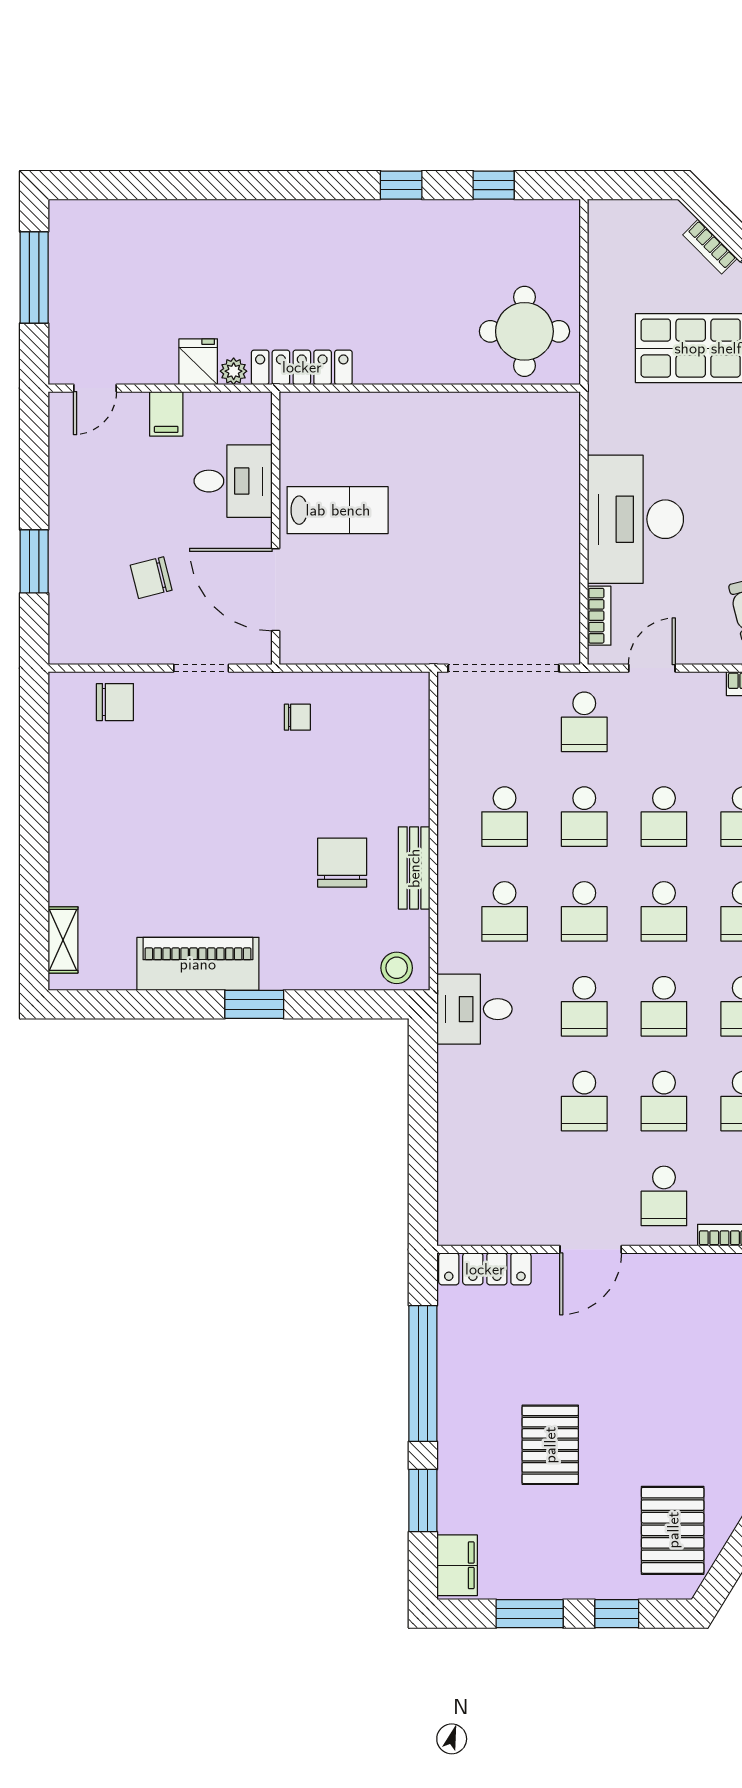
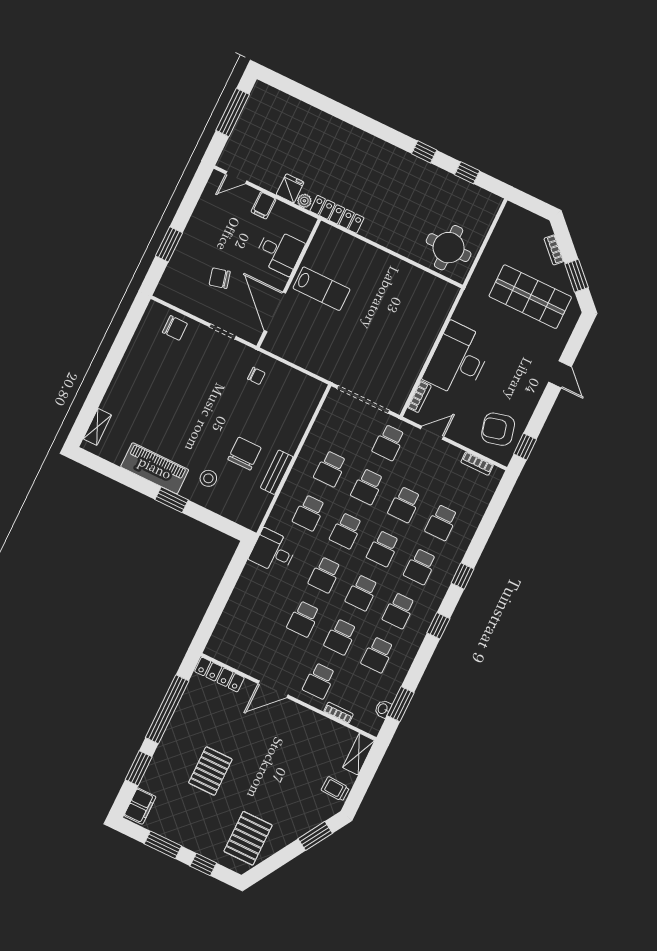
stool: (397, 968) -> (208, 478), moved

